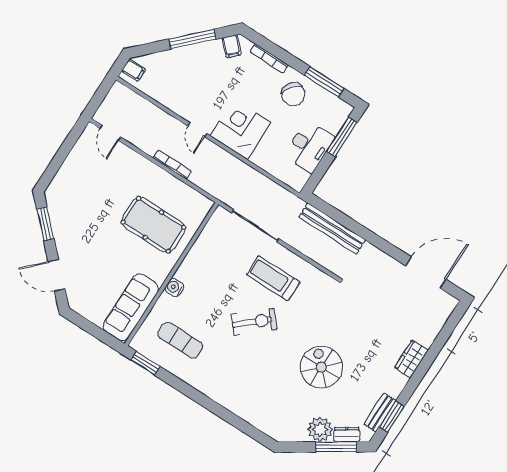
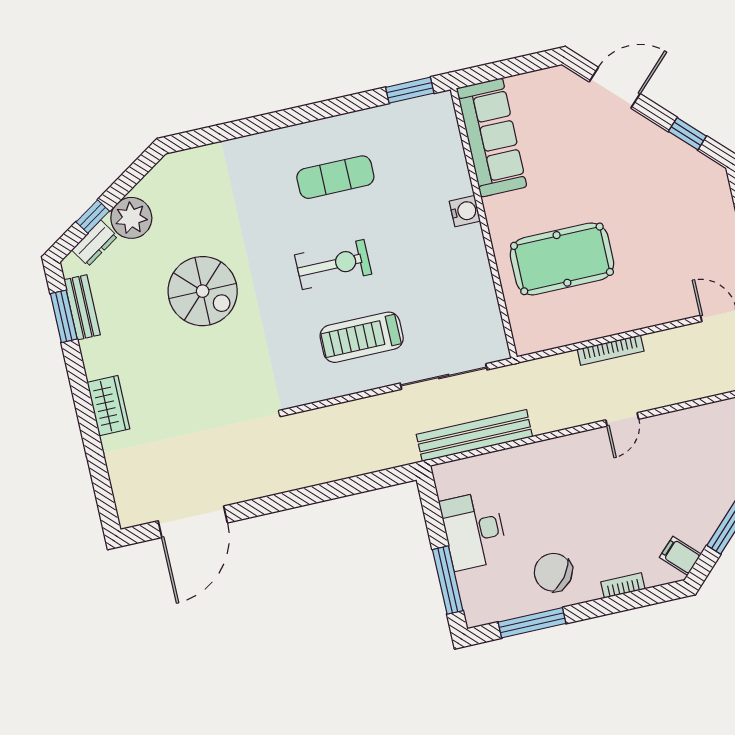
bookcase: (269, 58) -> (623, 585), width x0.64
corner desk: (241, 129) -> (573, 471), removed
door: (197, 130) -> (622, 419), swing flipped
window: (45, 224) -> (687, 134), width x0.67
bench: (332, 228) -> (474, 436), moved
treadmill: (273, 278) -> (362, 337), turned 180
exercise bike: (254, 322) -> (333, 264), turned -139
exercise mat: (180, 340) -> (335, 177), moved
window: (336, 447) -> (93, 216), width x0.46

